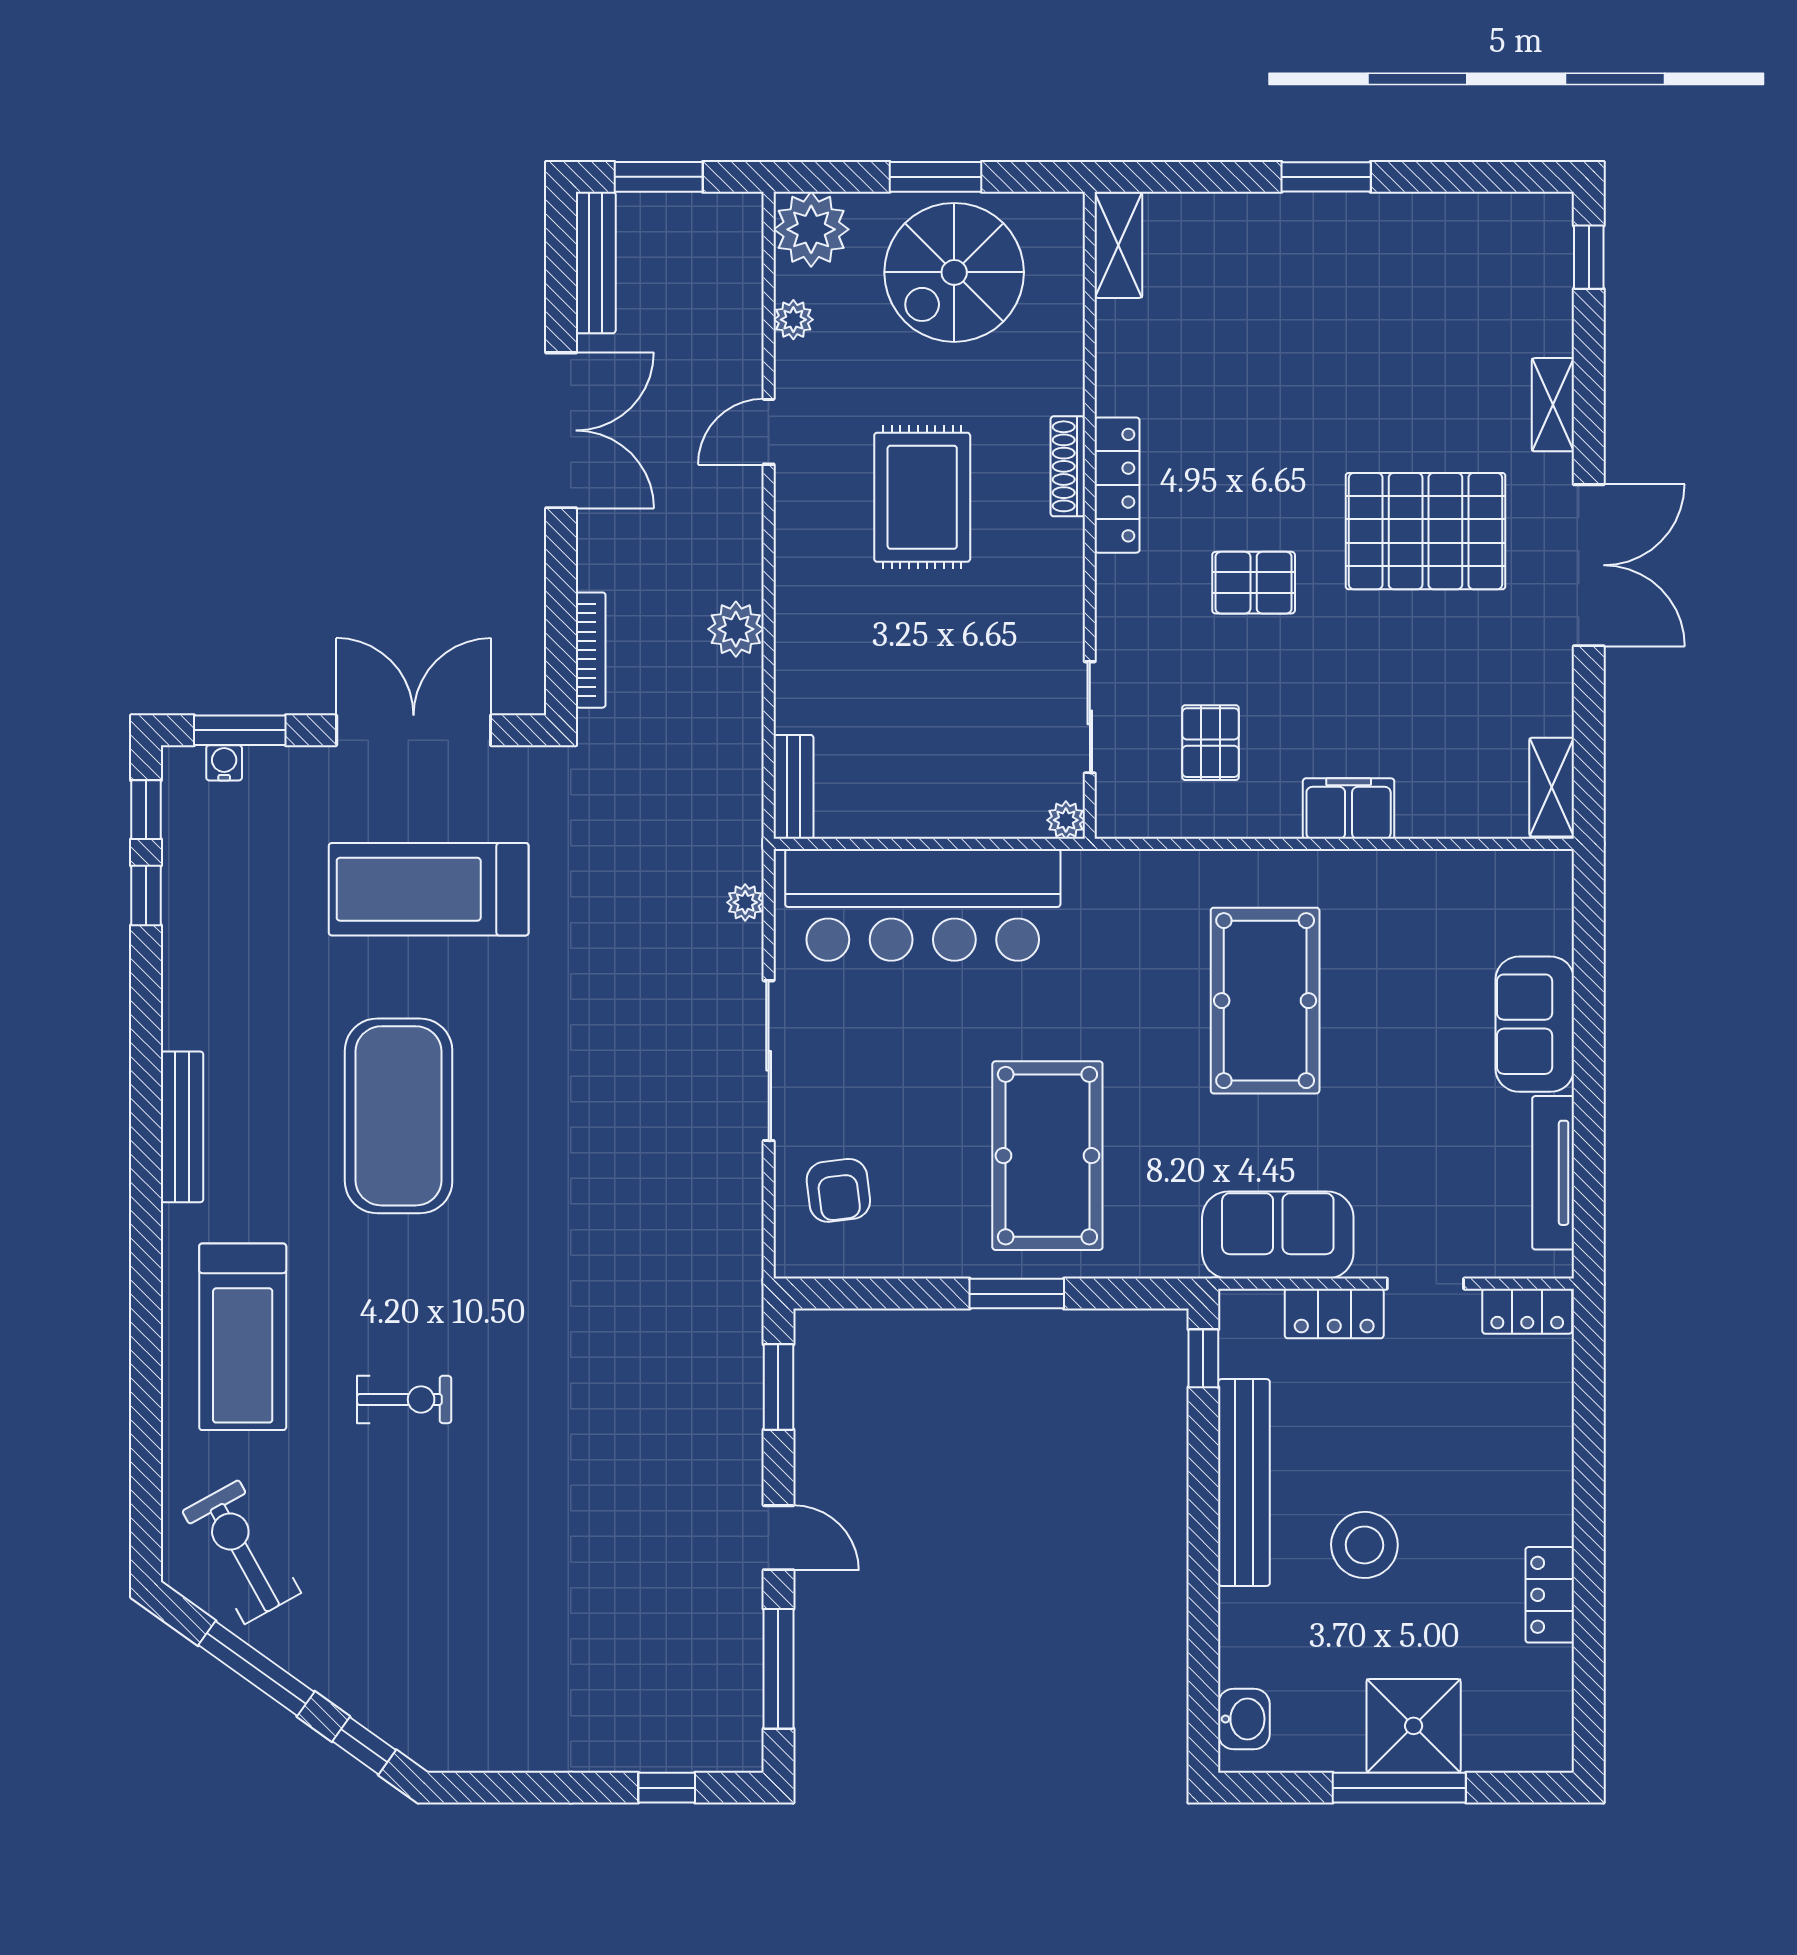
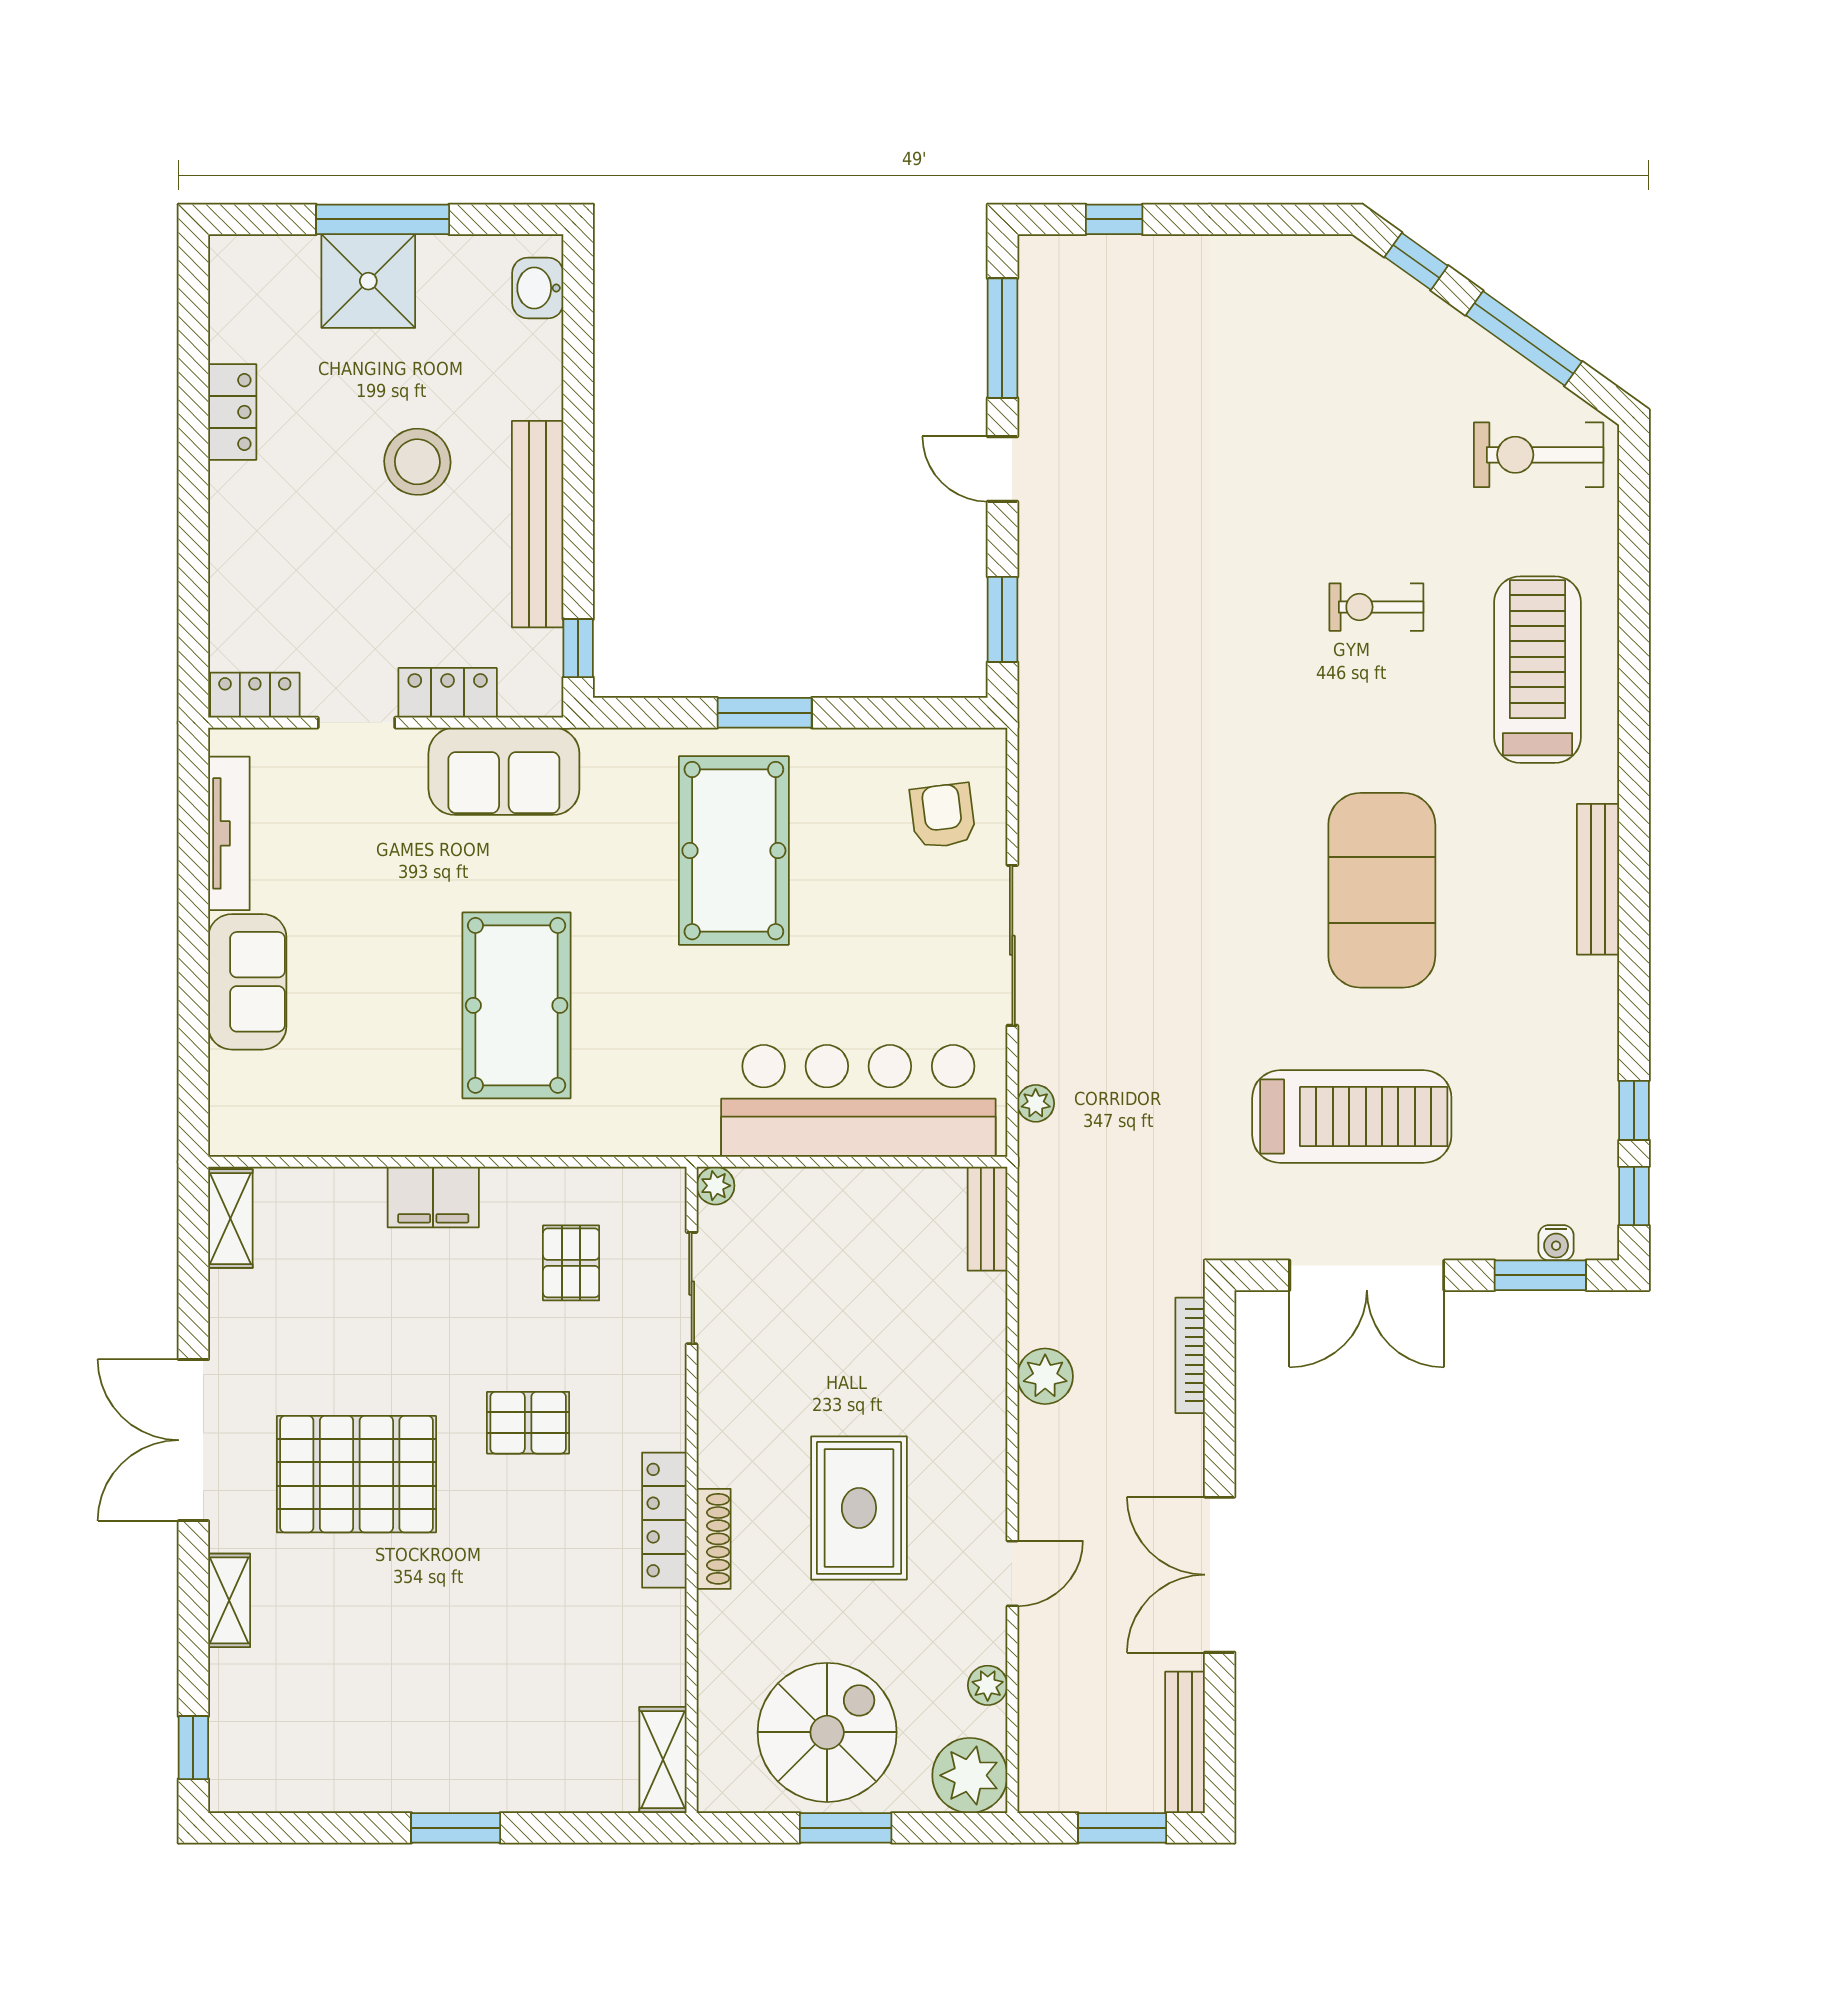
exercise bike: (242, 1552) -> (1539, 455), turned 119

